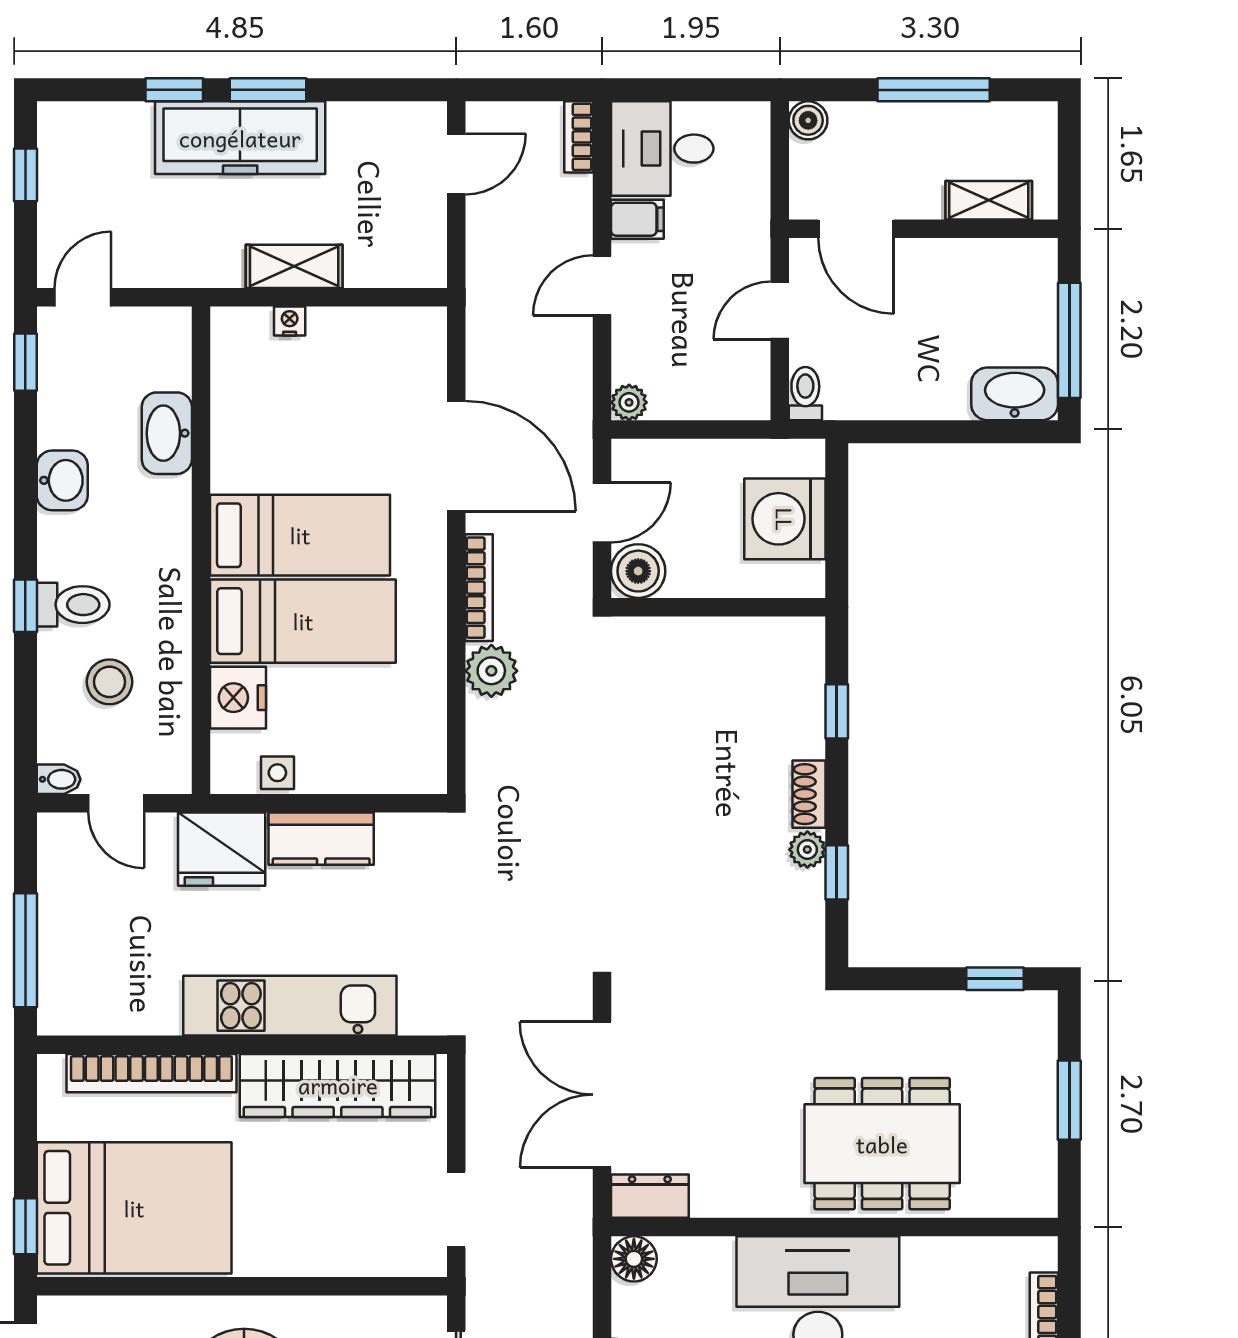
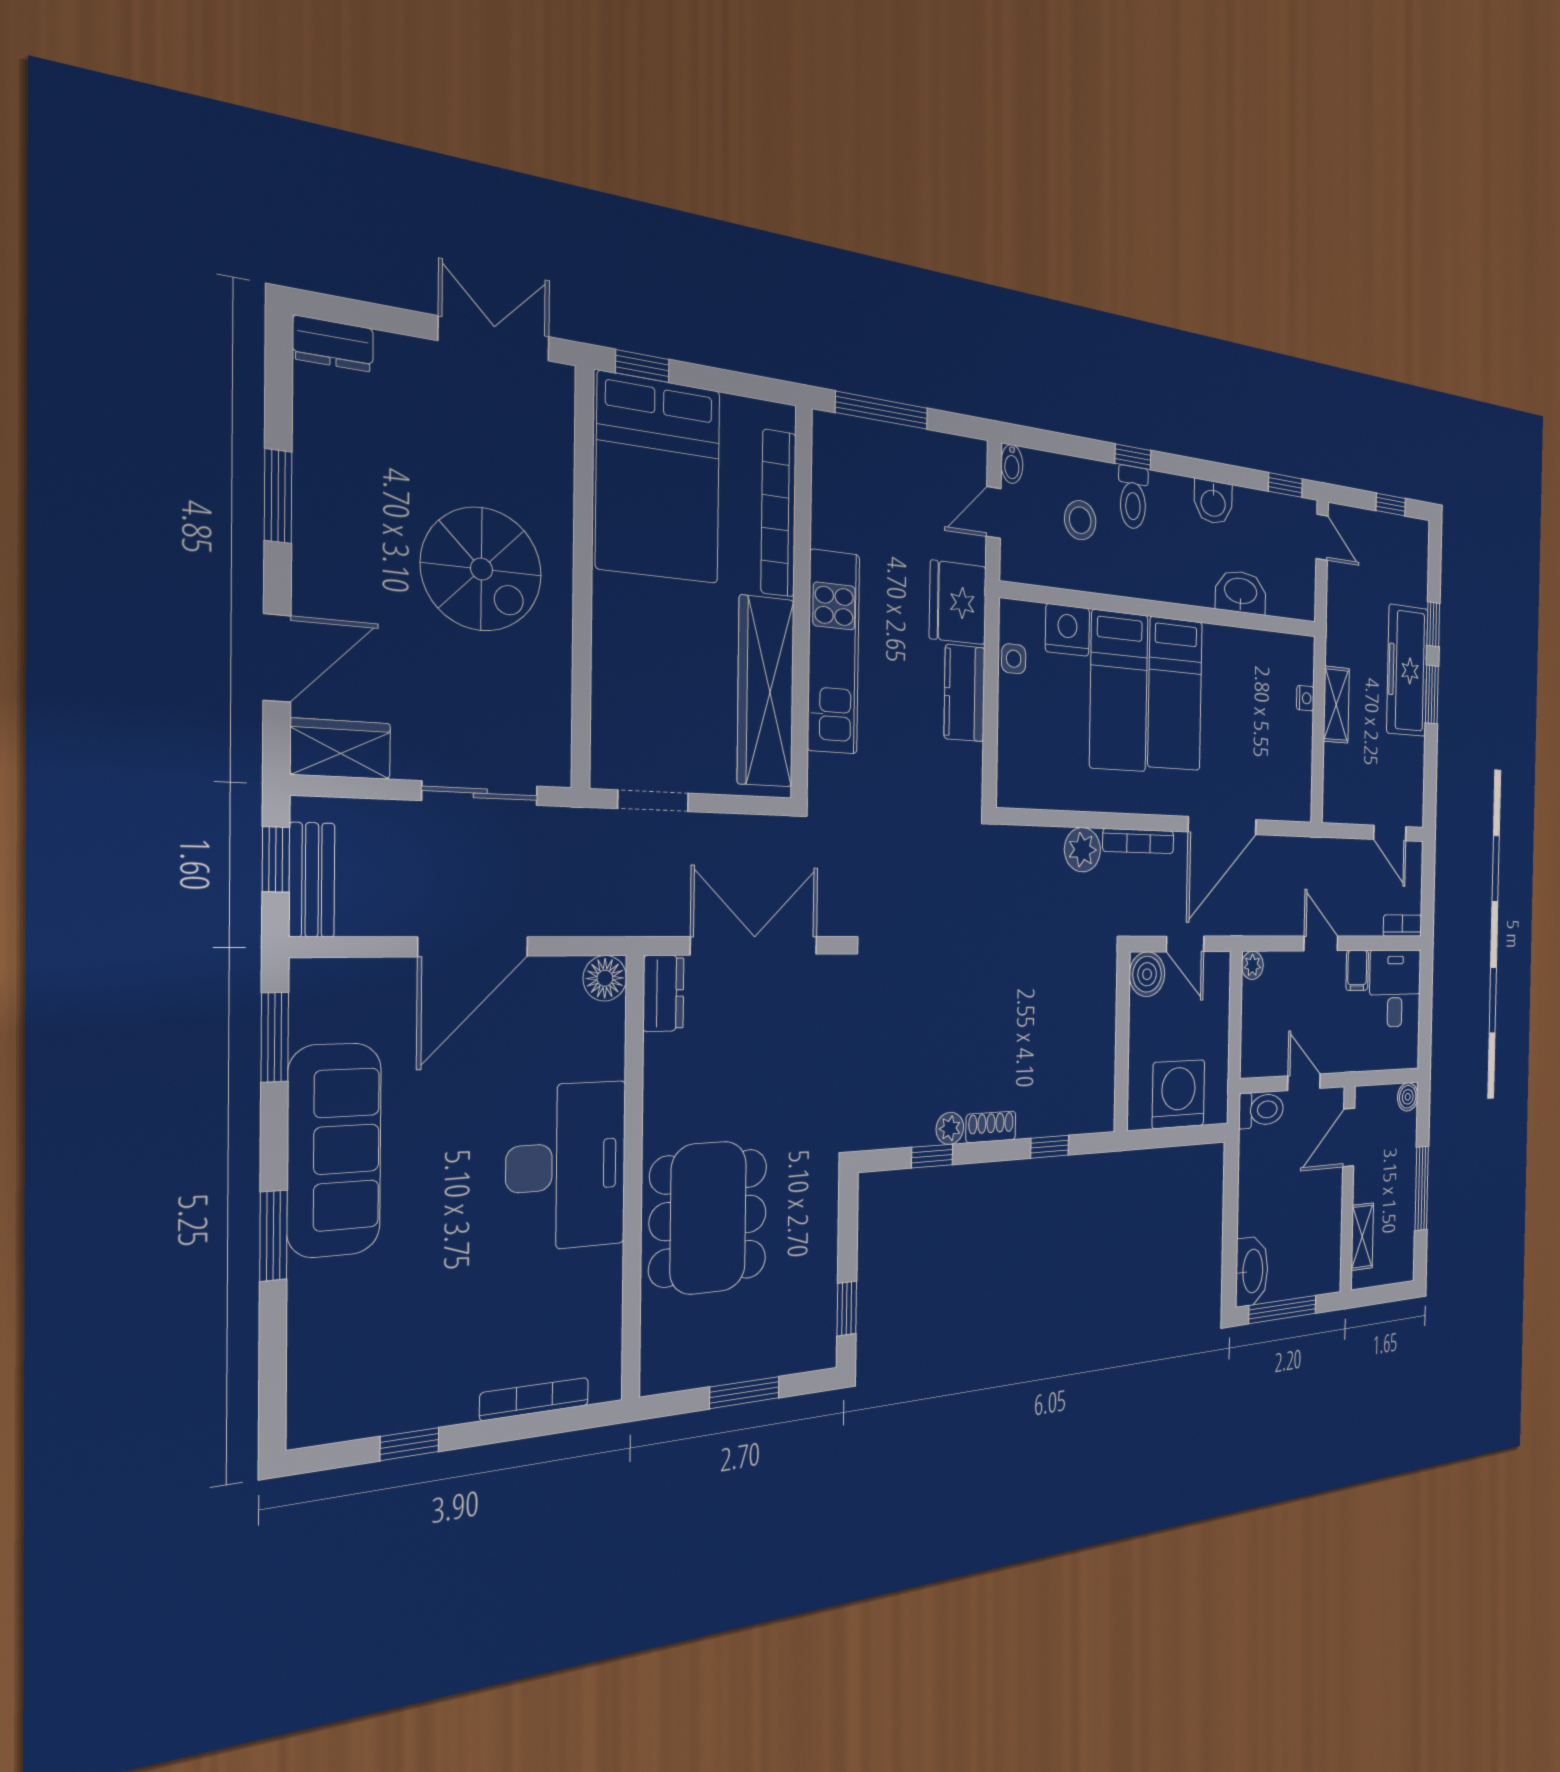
toilet: (805, 394) -> (1261, 1110), width x1.37, depth x1.39

